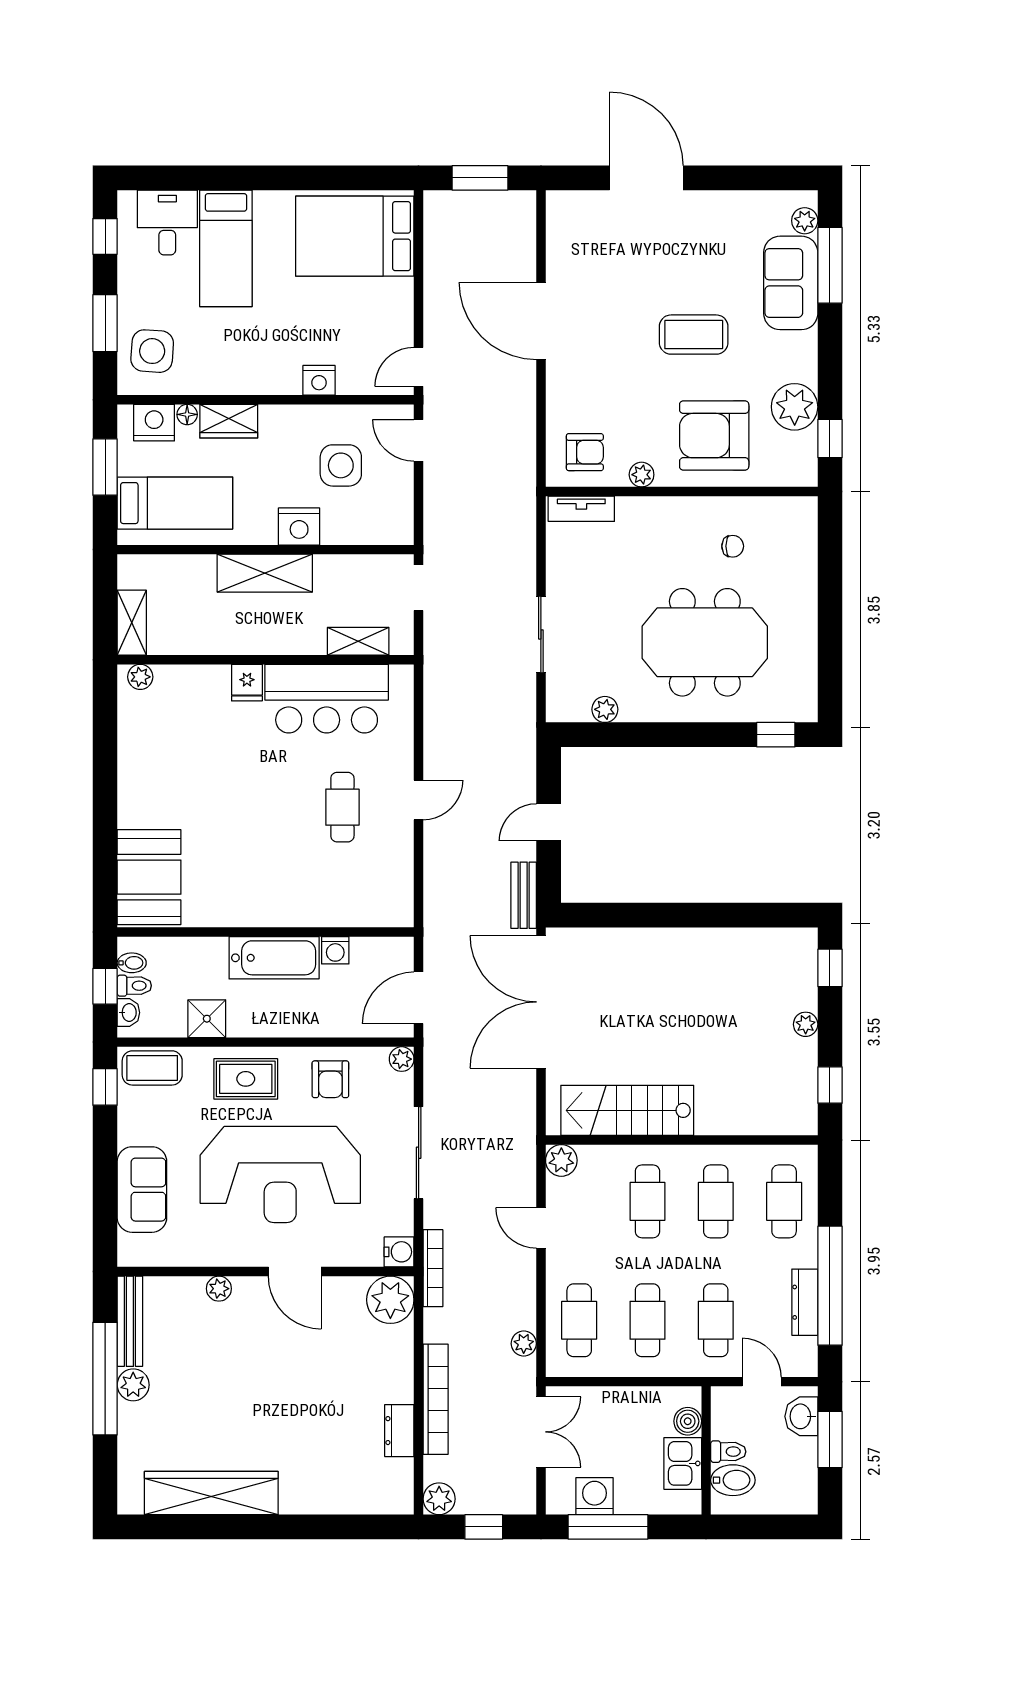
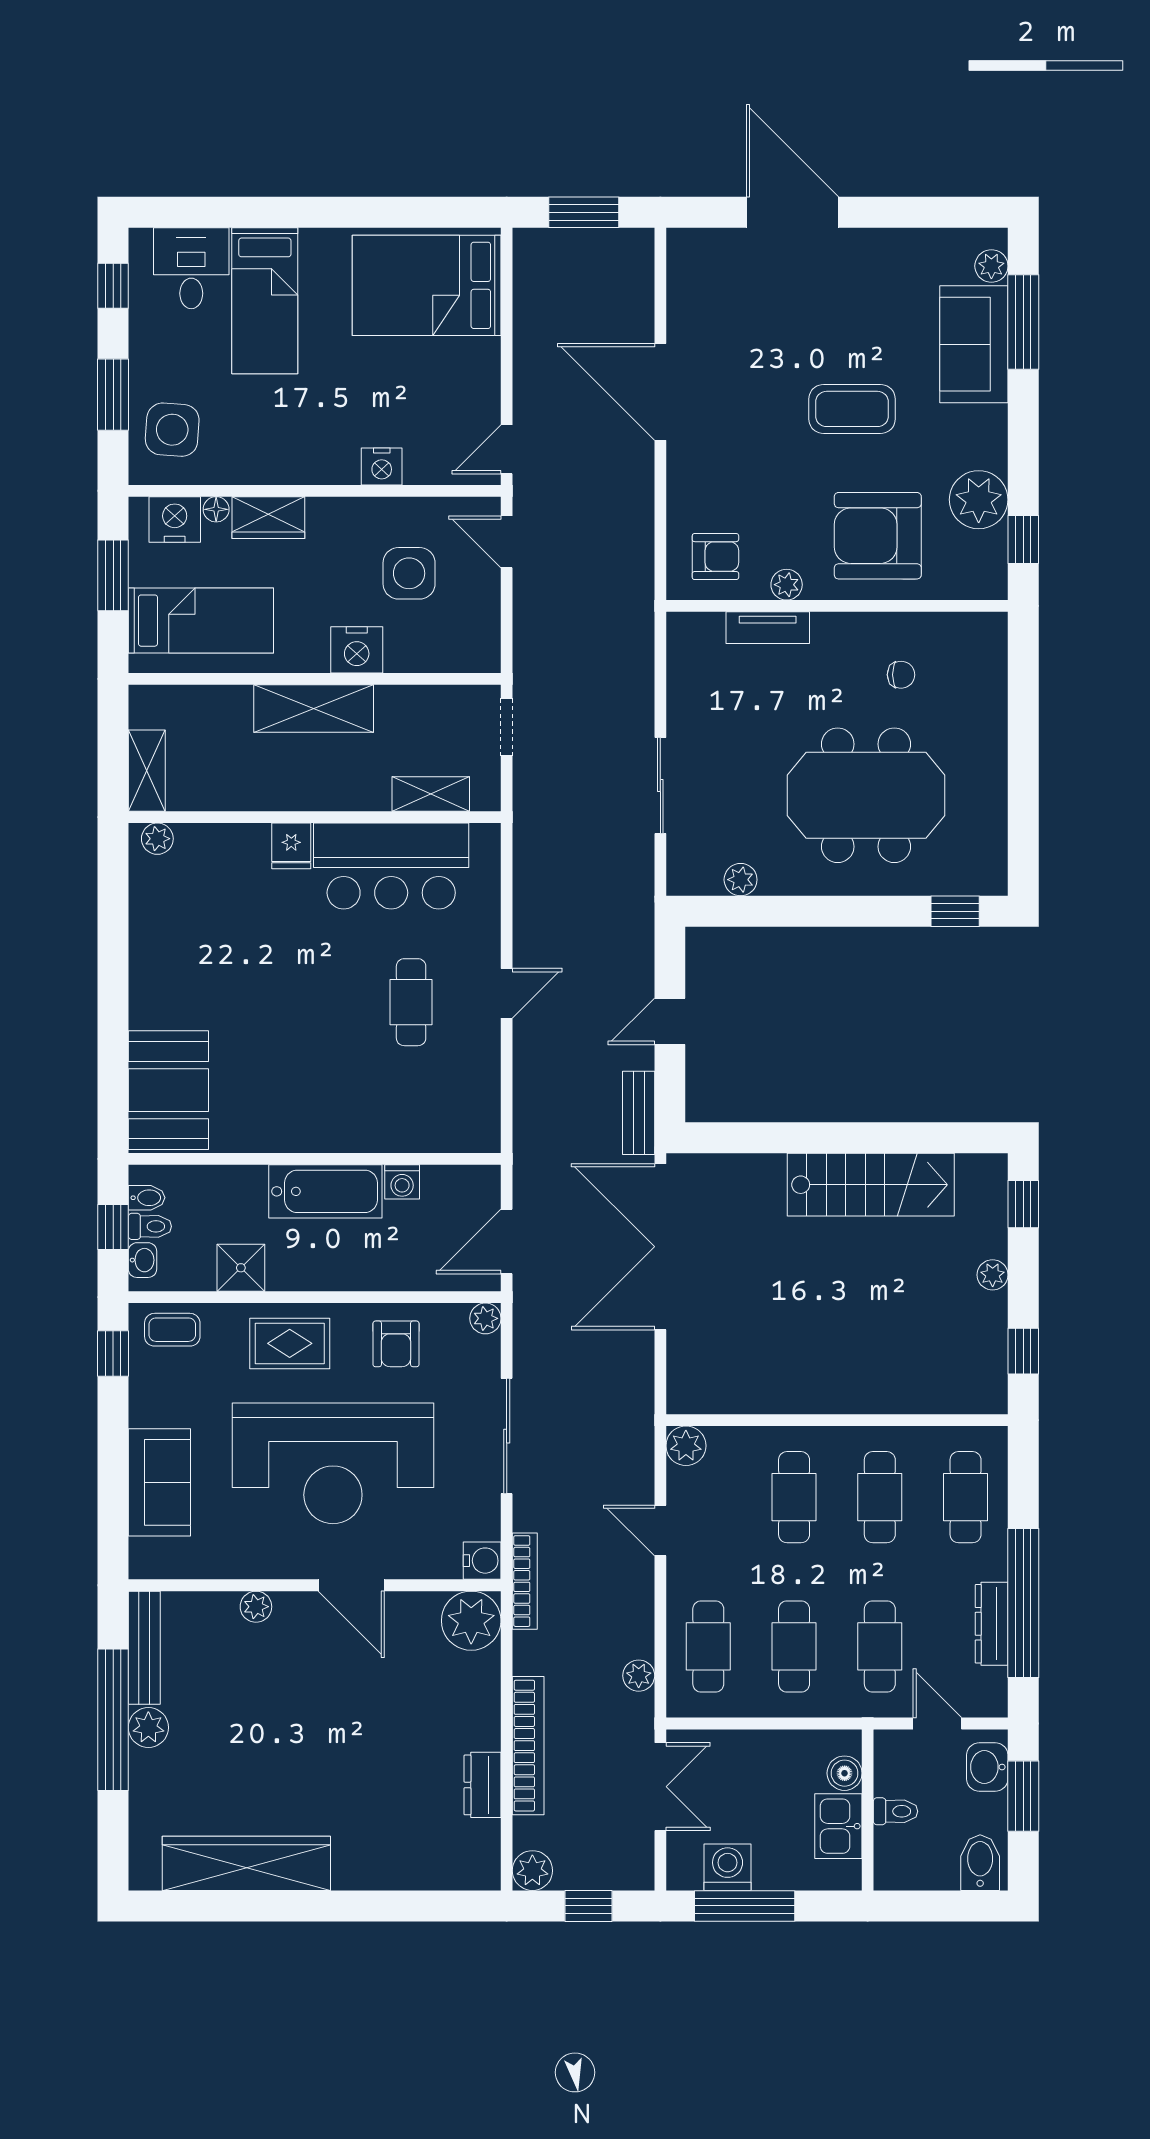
tv unit: (581, 509) -> (768, 628), moved
coffee table: (152, 1068) -> (172, 1330), width x0.73, depth x0.77
stairs: (627, 1110) -> (871, 1185), moved, turned 180
bidet: (733, 1480) -> (980, 1863), moved, turned -90

